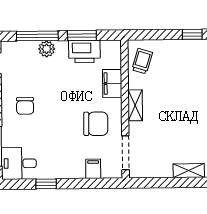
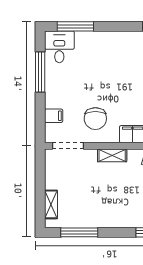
chair: (25, 106) -> (113, 53), removed
window: (46, 184) -> (40, 72), width x2.17

